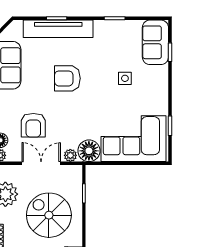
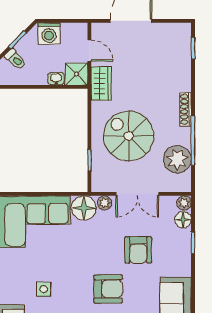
armchair: (33, 125) -> (138, 250), moved, turned 180
spiral stairs: (49, 215) -> (129, 136), turned 180

